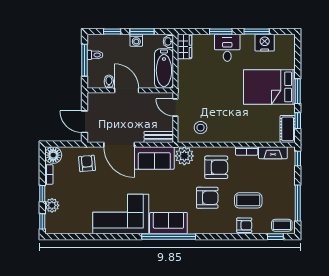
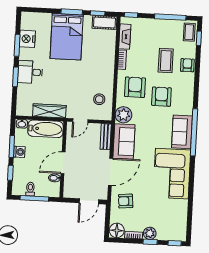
wardrobe: (184, 46) -> (49, 111), moved, width x1.50
plant: (52, 205) -> (150, 233), moved

